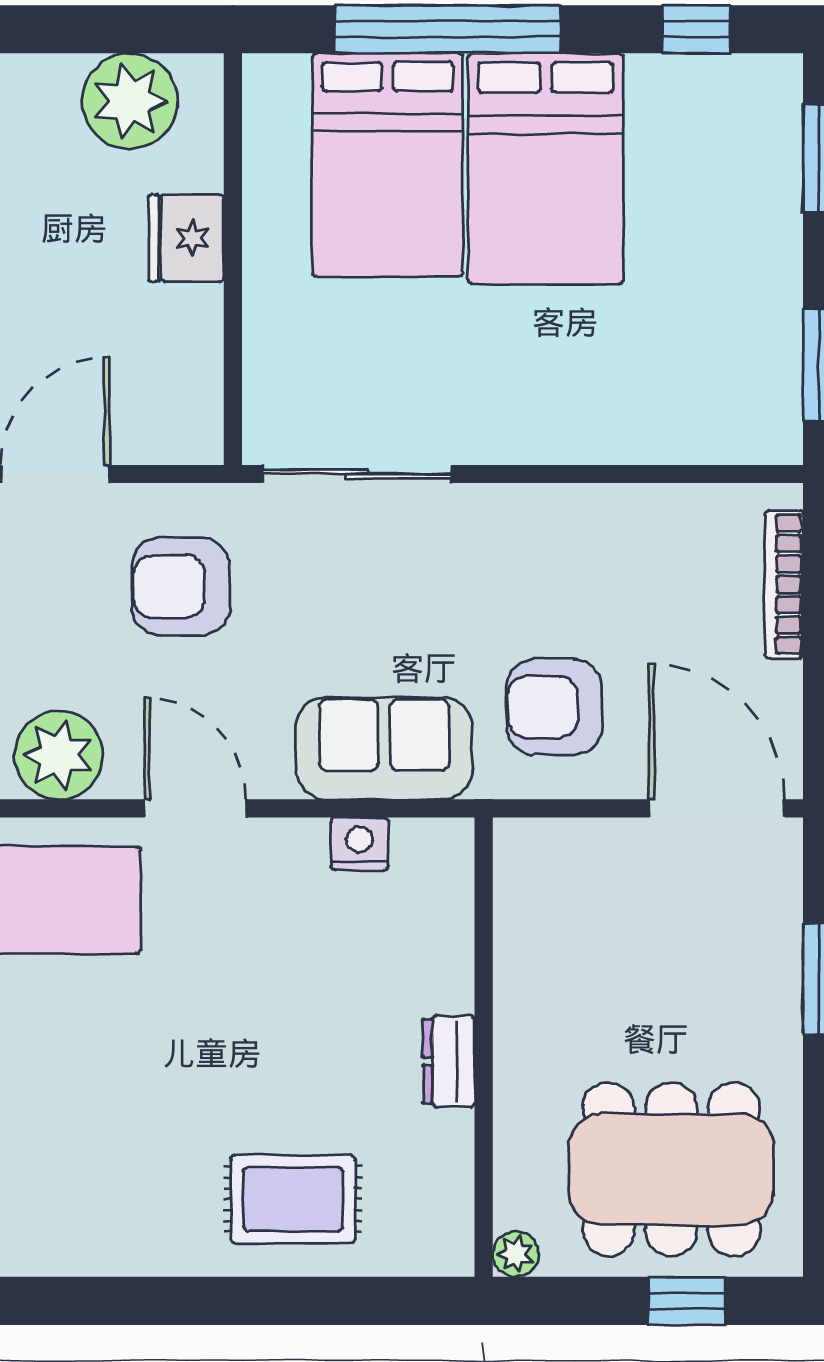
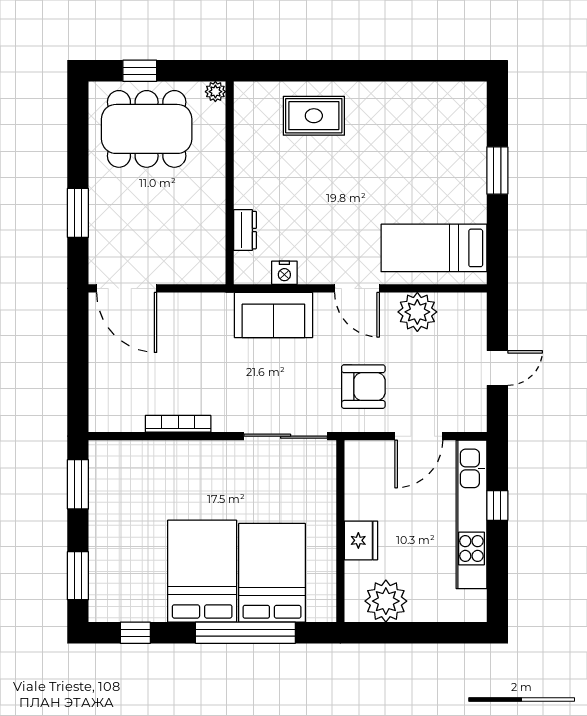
bookcase: (784, 584) -> (178, 424), moved, turned -90
armchair: (554, 707) -> (198, 333), removed
dresser: (449, 1061) -> (245, 230), moved

